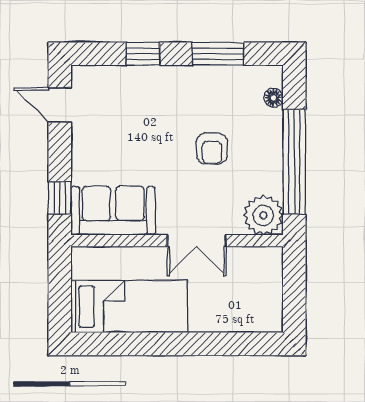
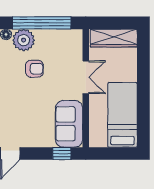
plant: (263, 215) -> (24, 40), moved
wardrobe: (267, 291) -> (114, 38), added

